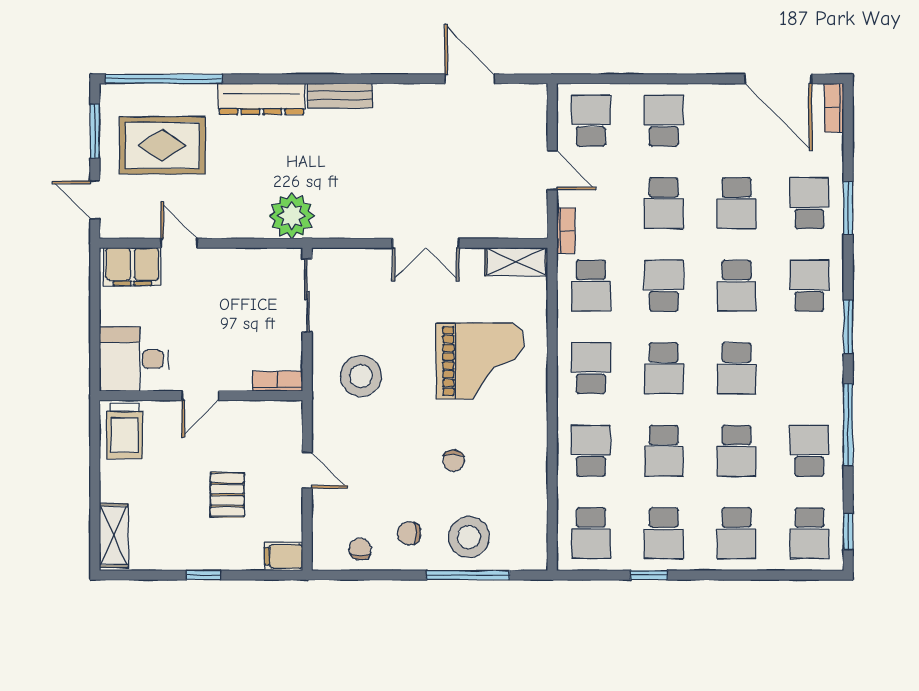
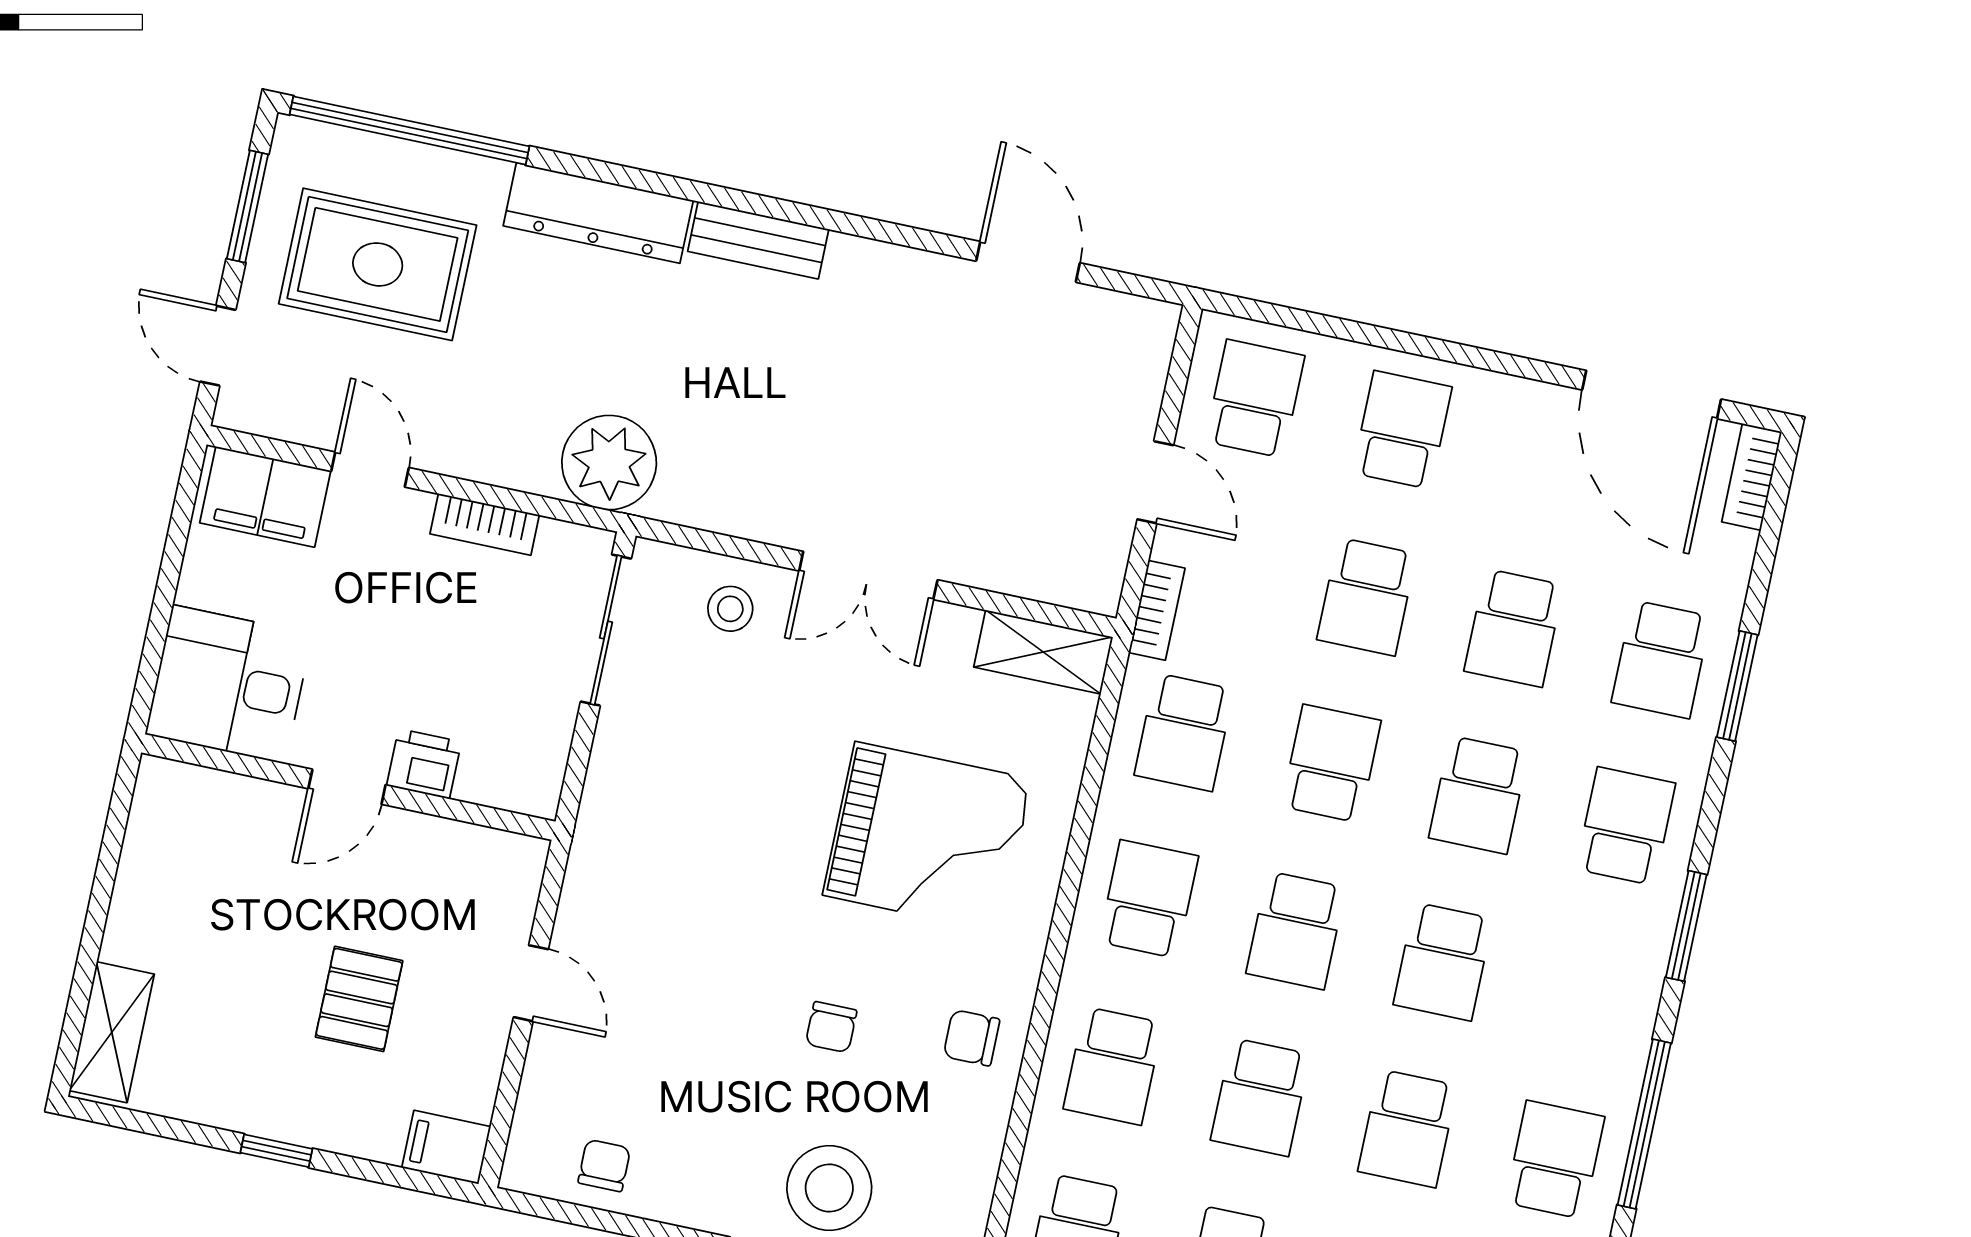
school desk: (809, 203) -> (1661, 659), turned 180
stool: (361, 376) -> (730, 609), moved, width x0.53, depth x0.53
printer: (234, 377) -> (424, 764), added
bookcase: (277, 381) -> (485, 524), moved, turned 180
trolley: (124, 431) -> (179, 826), removed
school desk: (591, 451) -> (1113, 1066), turned 180
chair: (409, 533) -> (972, 1038), moved

